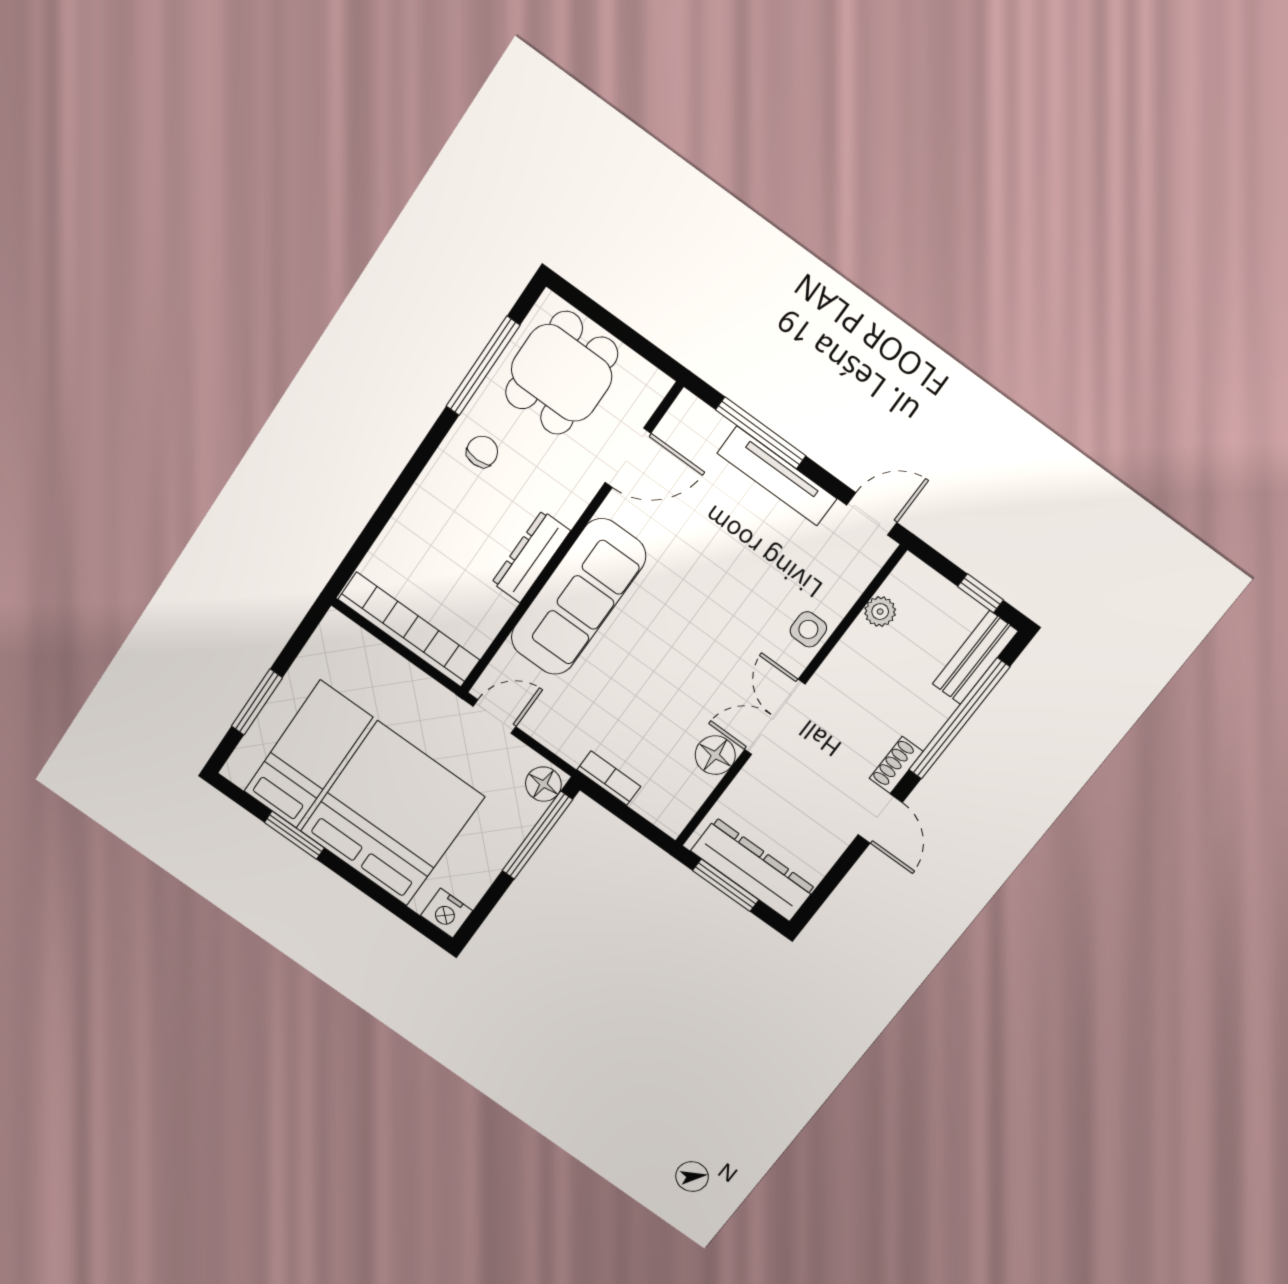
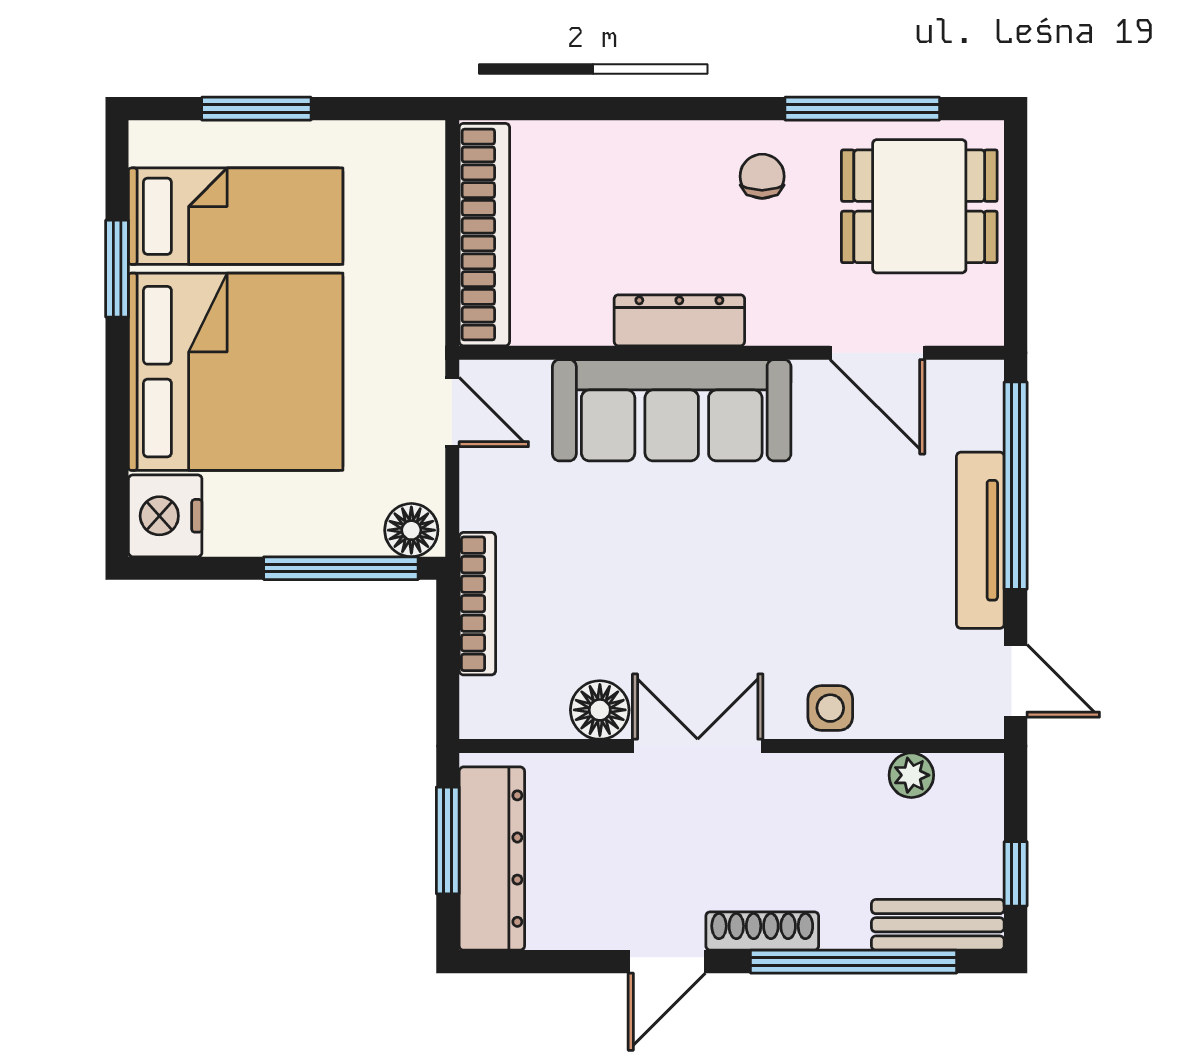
window: (761, 433) -> (1016, 486), width x1.46
chair: (482, 452) -> (762, 176), turned -90
shoe rack: (896, 765) -> (762, 931), width x1.43
bookcase: (609, 778) -> (477, 604), width x1.56
nightstand: (447, 913) -> (165, 516), width x1.36, depth x1.33

